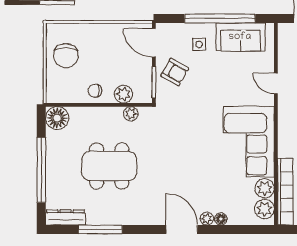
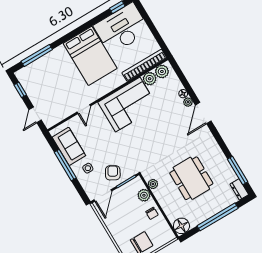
window: (220, 18) -> (65, 165), width x0.68
dresser: (66, 217) -> (239, 189), width x0.70
window: (100, 230) -> (238, 170), moved

